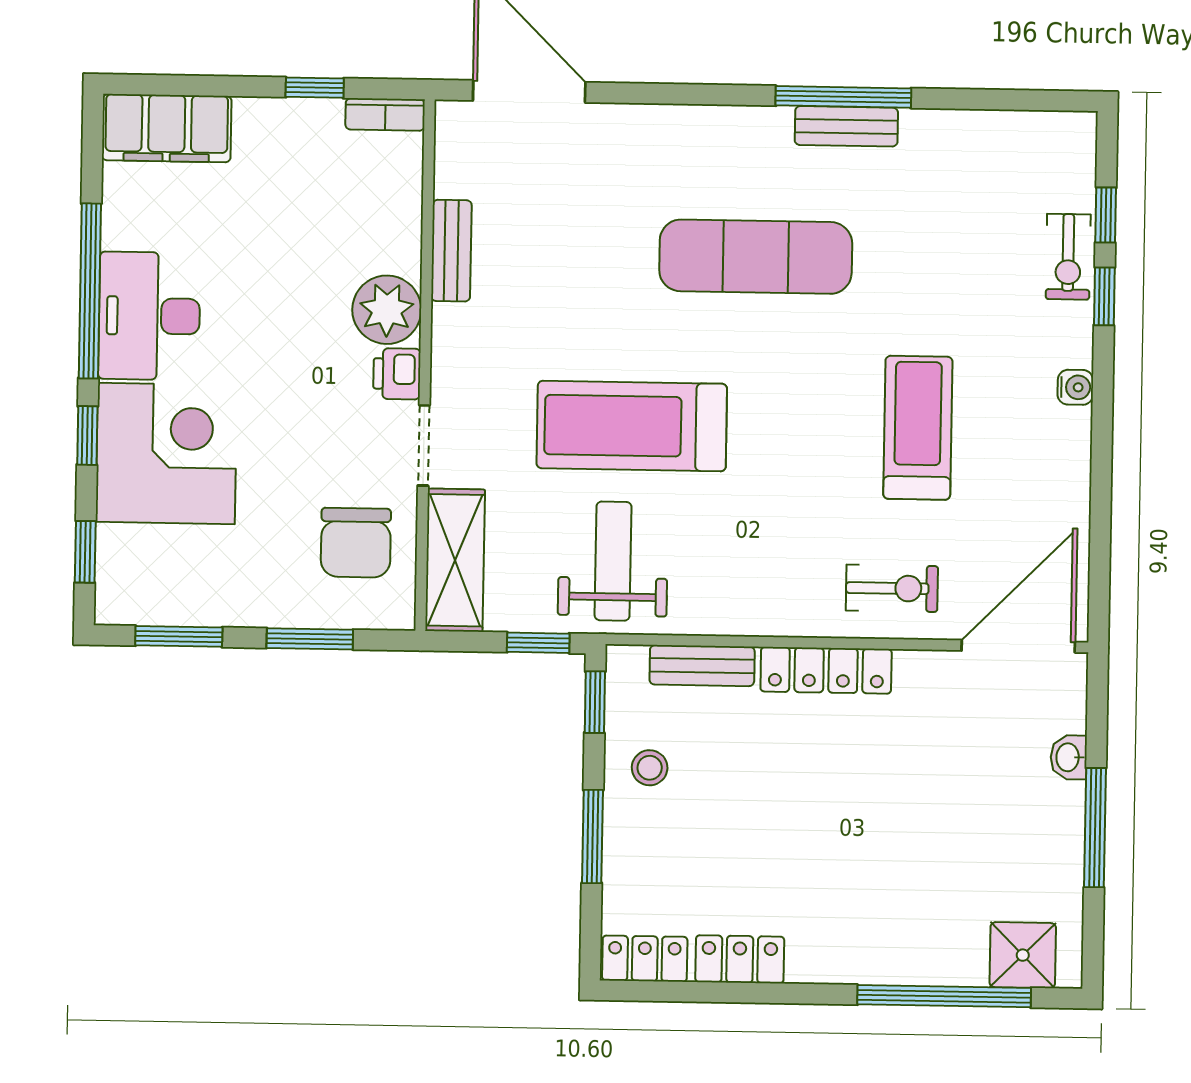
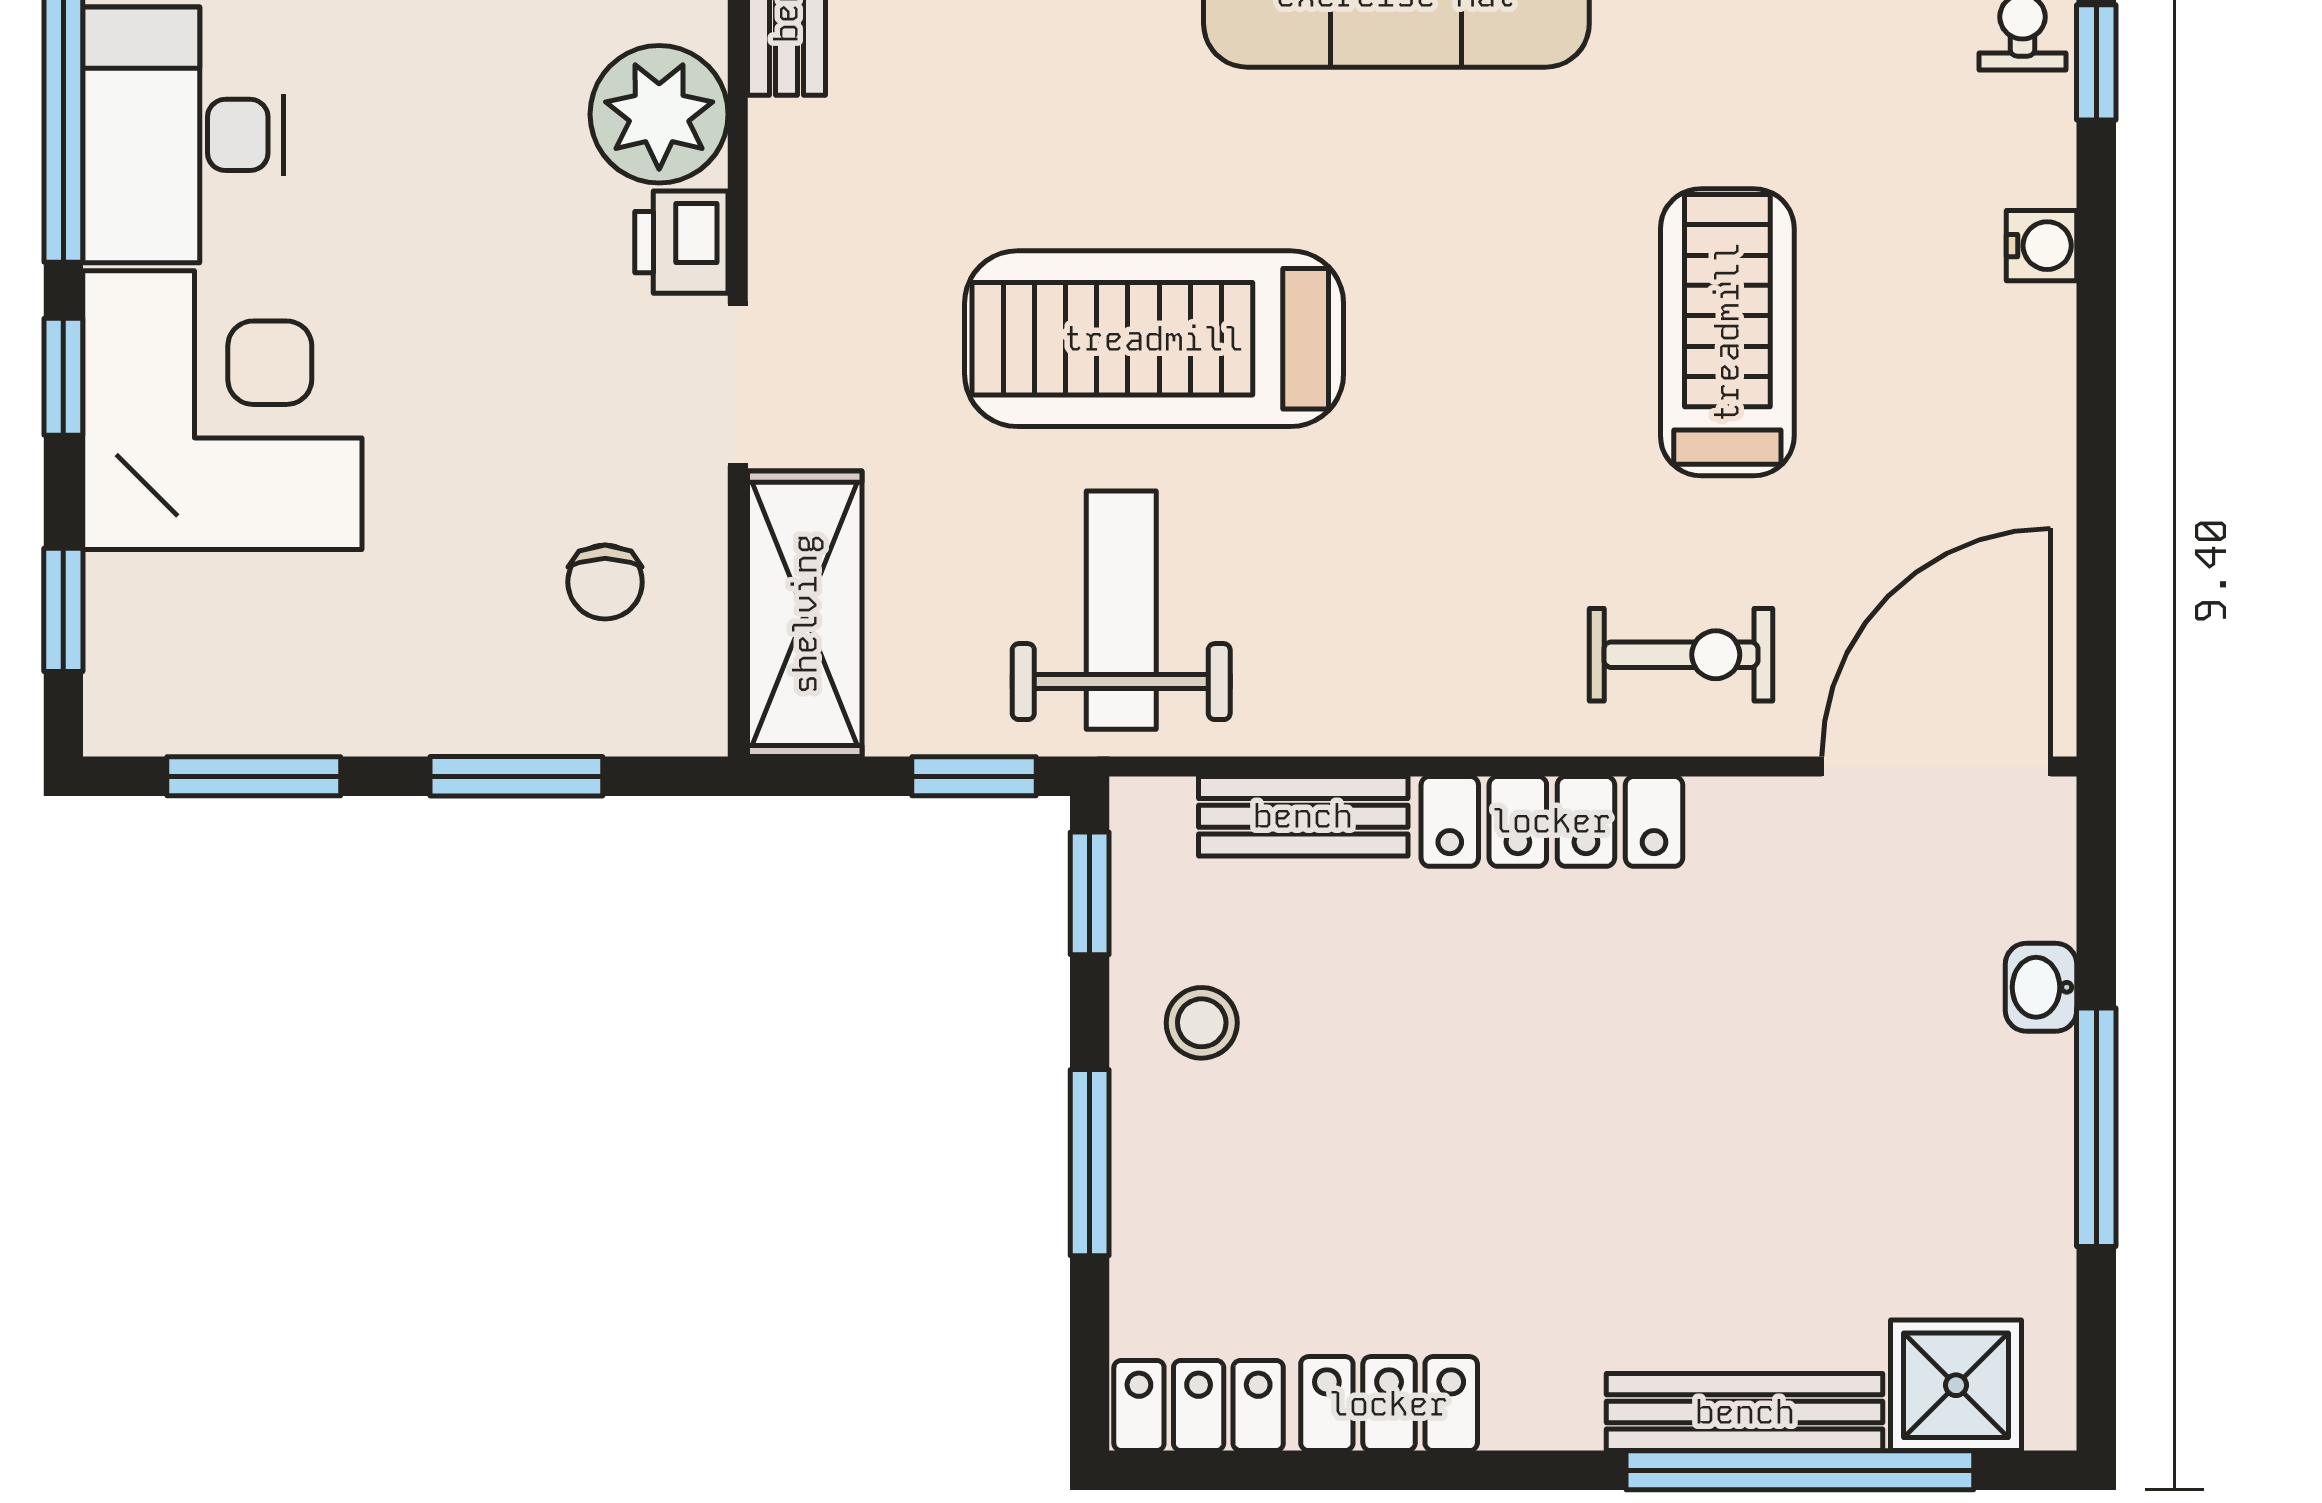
chair: (356, 543) -> (605, 582), width x0.54, depth x0.54
bench: (917, 967) -> (1745, 1412), added

